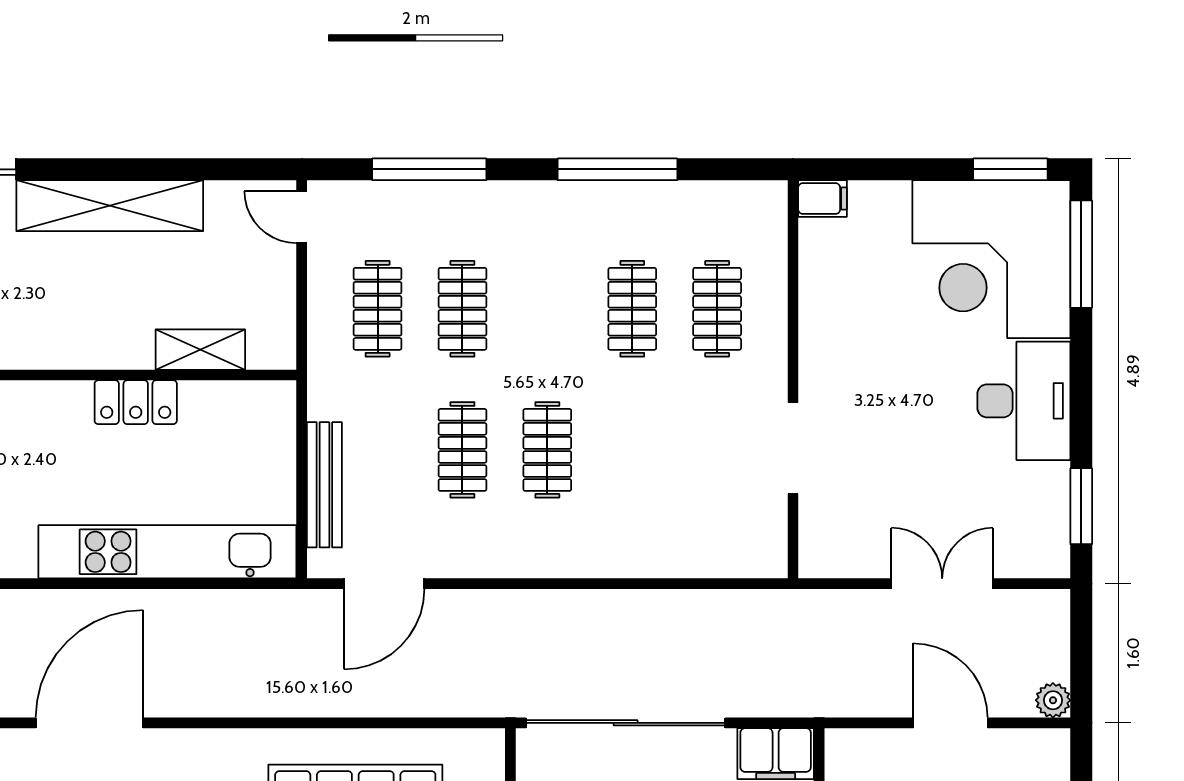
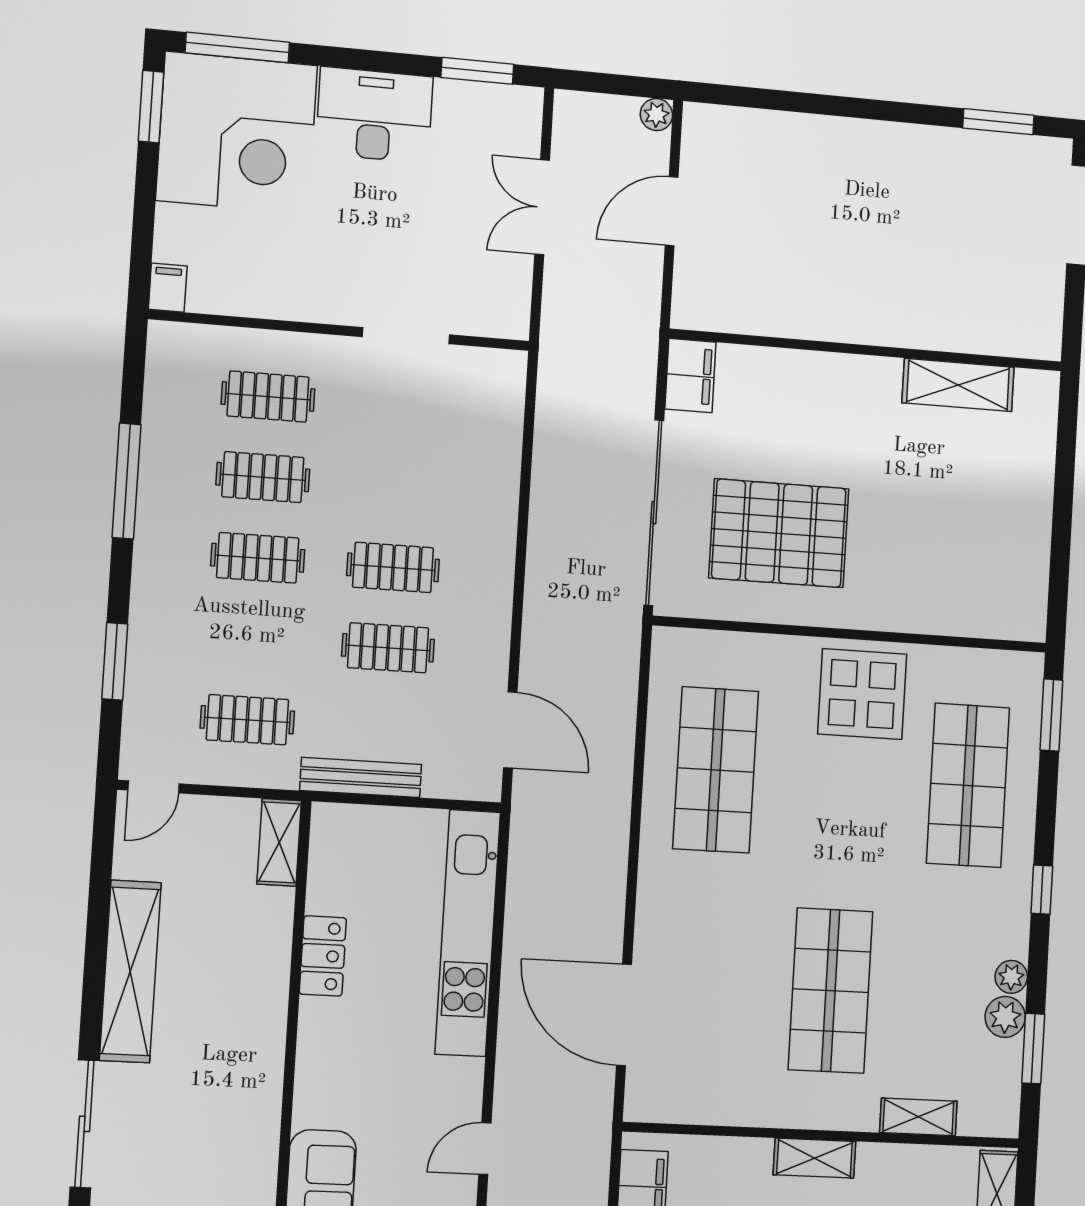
window: (429, 169) -> (115, 661), width x0.69
clothes rail: (462, 309) -> (258, 558), moved
shelving: (200, 350) -> (279, 842), moved
bench: (324, 485) -> (361, 777), moved

